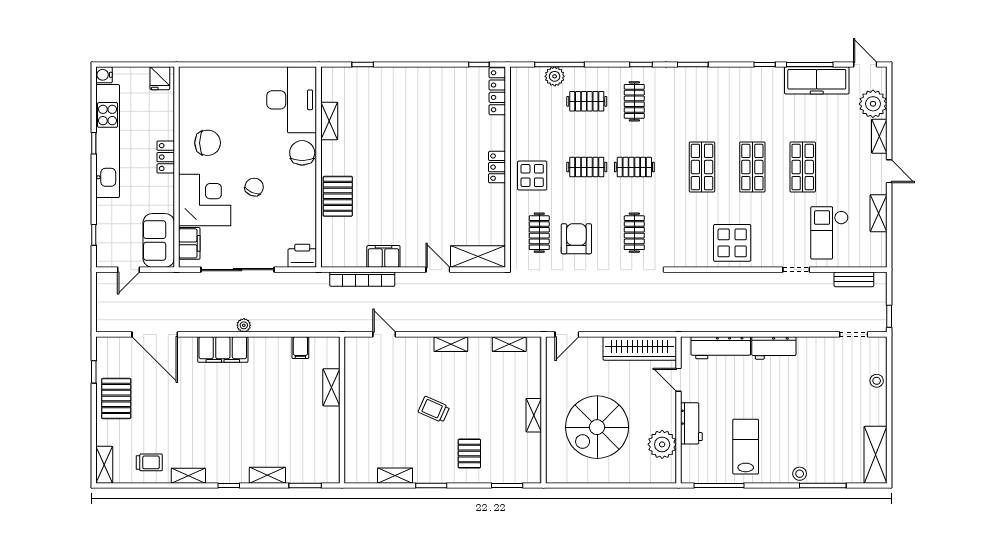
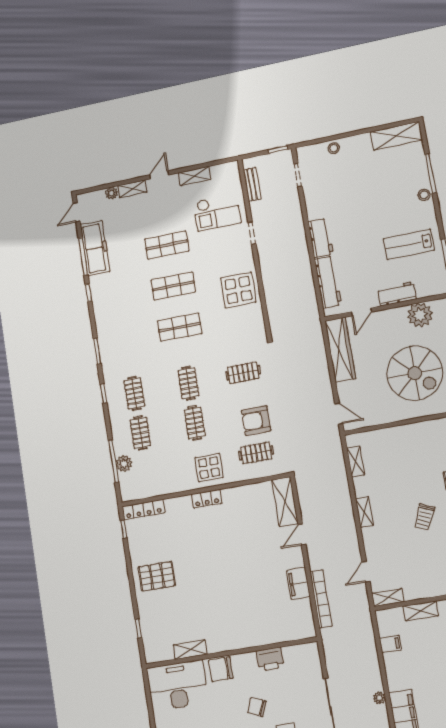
clothes rail: (634, 101) -> (134, 393), turned 90
plant: (873, 104) -> (111, 193), width x0.53, depth x0.53
pallet: (338, 196) -> (157, 576), moved
printer: (302, 256) -> (270, 659), moved, turned -90
shelving: (534, 415) -> (388, 597), moved

